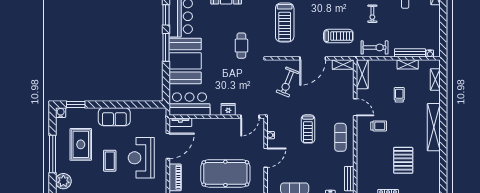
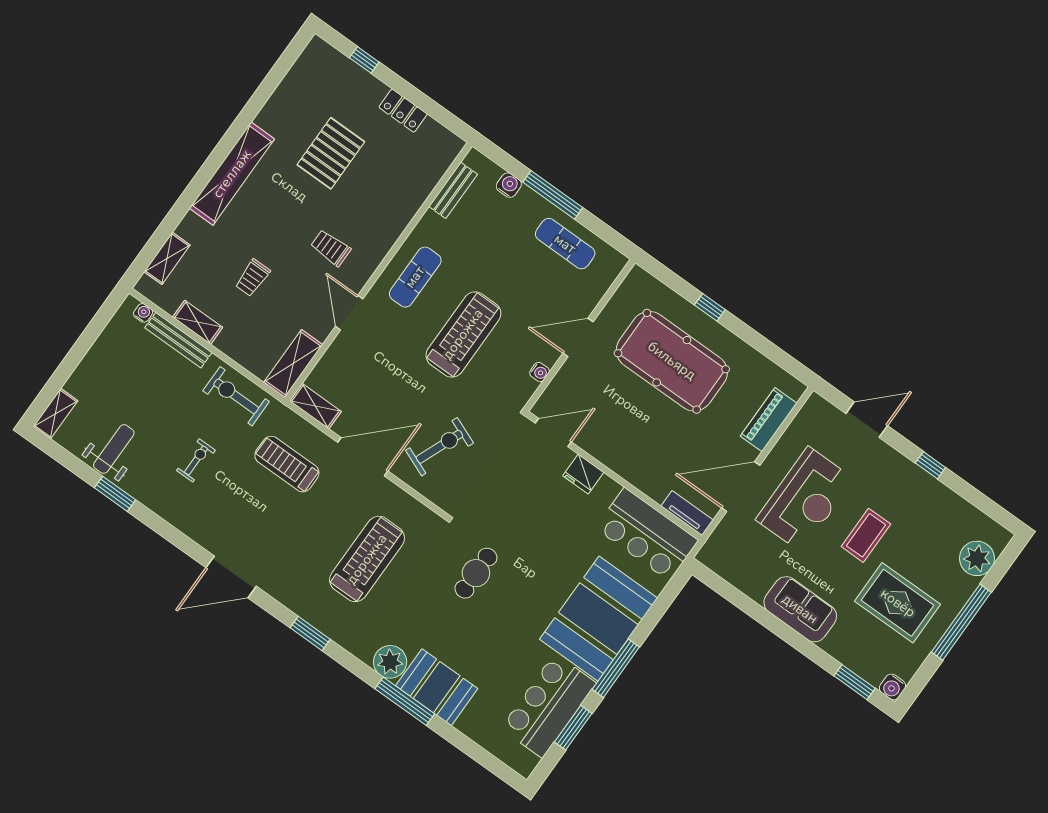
treadmill: (308, 129) -> (463, 334), width x1.37, depth x1.38
rug: (81, 144) -> (898, 603), turned 90

